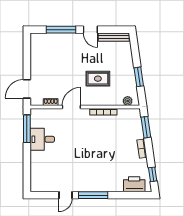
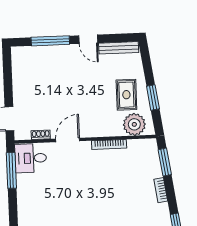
rug: (98, 79) -> (126, 95), moved, turned 90
plant: (128, 101) -> (134, 124), width x1.88, depth x1.88
desk: (42, 139) -> (31, 158), moved

